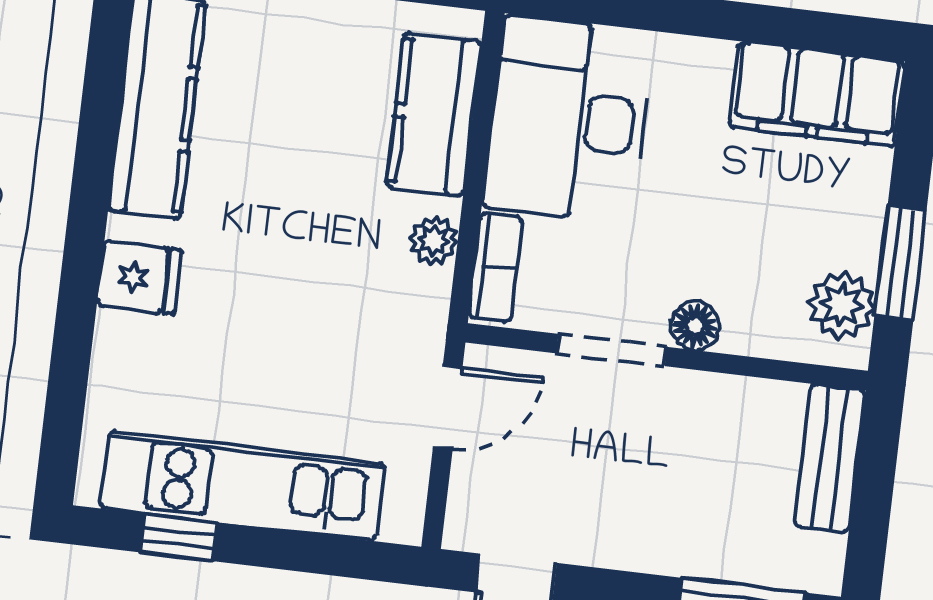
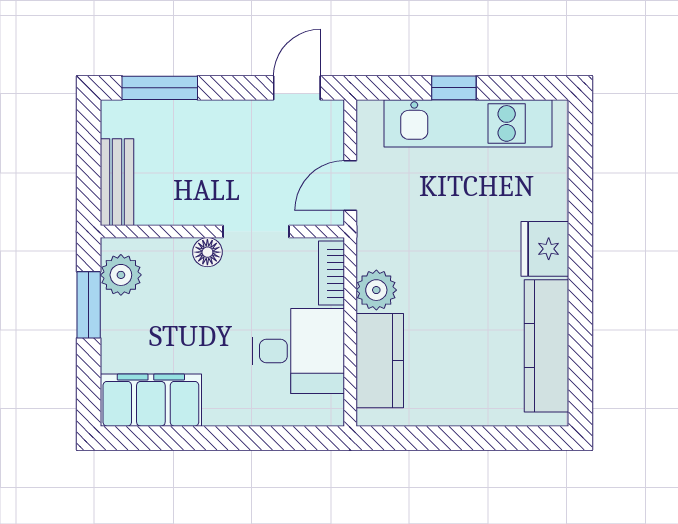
desk: (569, 120) -> (298, 351), width x0.73
plant: (433, 241) -> (376, 290), width x1.38, depth x1.38
fridge: (139, 278) -> (545, 249), width x1.38
window: (179, 537) -> (454, 88), moved

